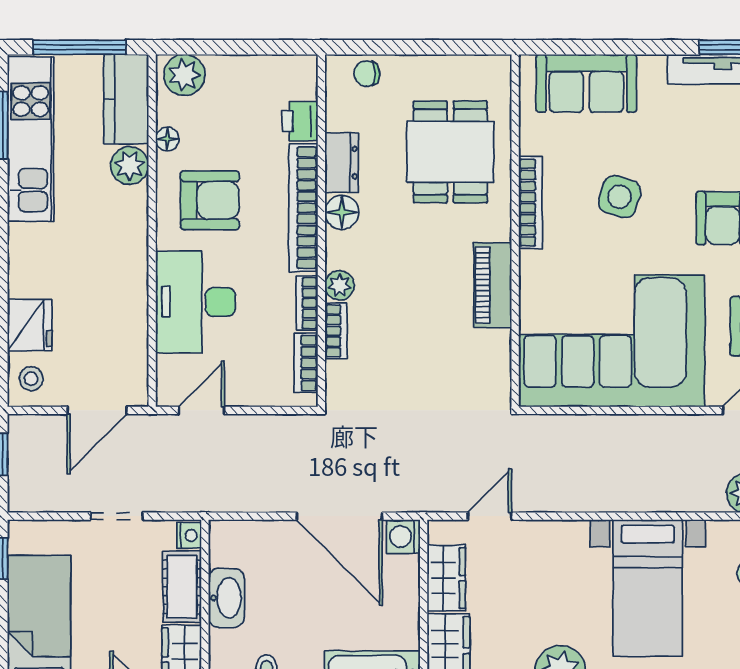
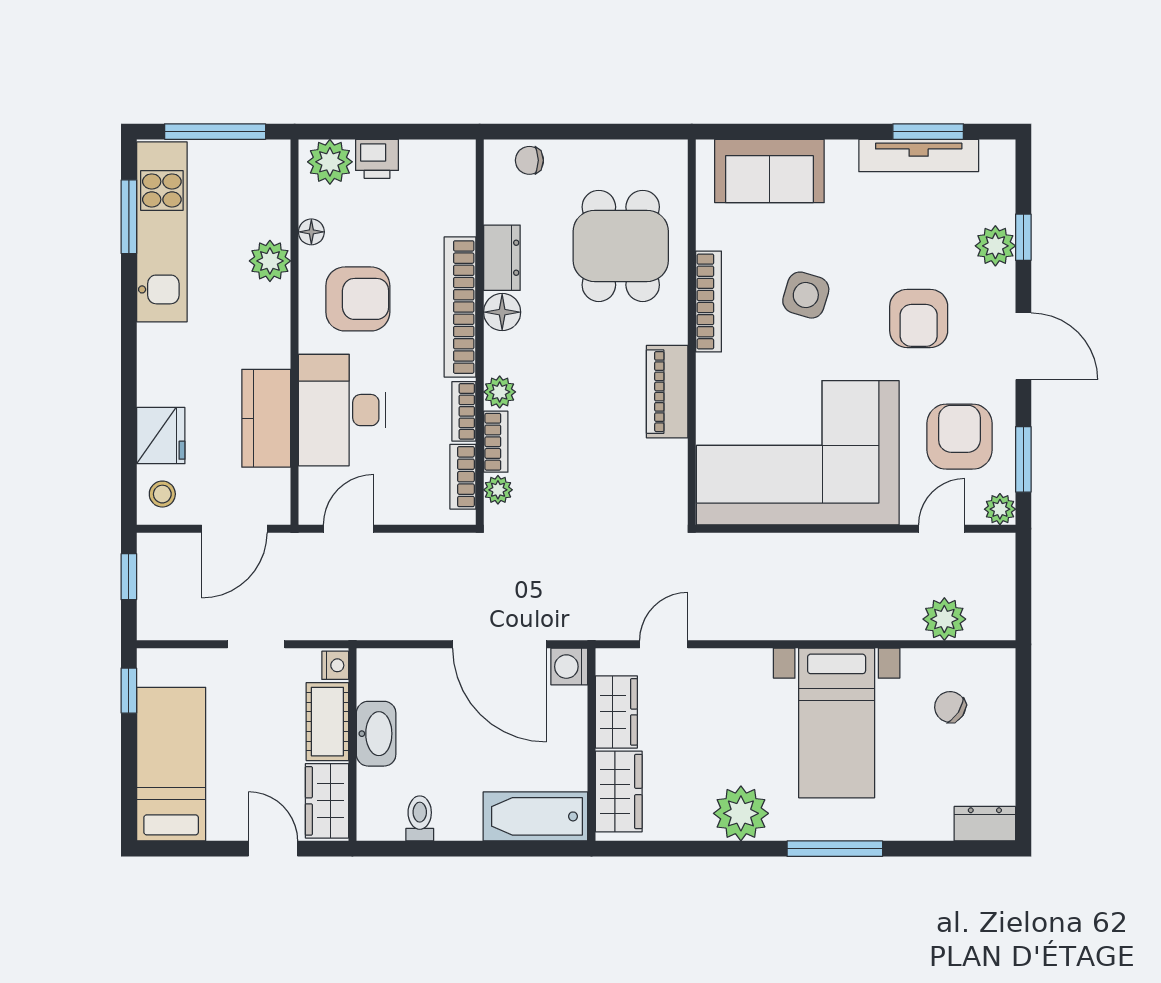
kitchen counter: (126, 99) -> (266, 418), moved
printer: (300, 121) -> (377, 159), moved, turned -90
plant: (338, 375) -> (498, 490), added

